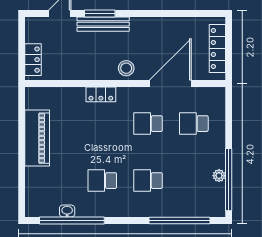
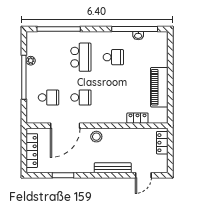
window: (100, 13) -> (63, 175), moved
locker: (101, 94) -> (137, 118), moved
window: (229, 180) -> (24, 77), moved
school desk: (148, 181) -> (81, 57), width x1.85

